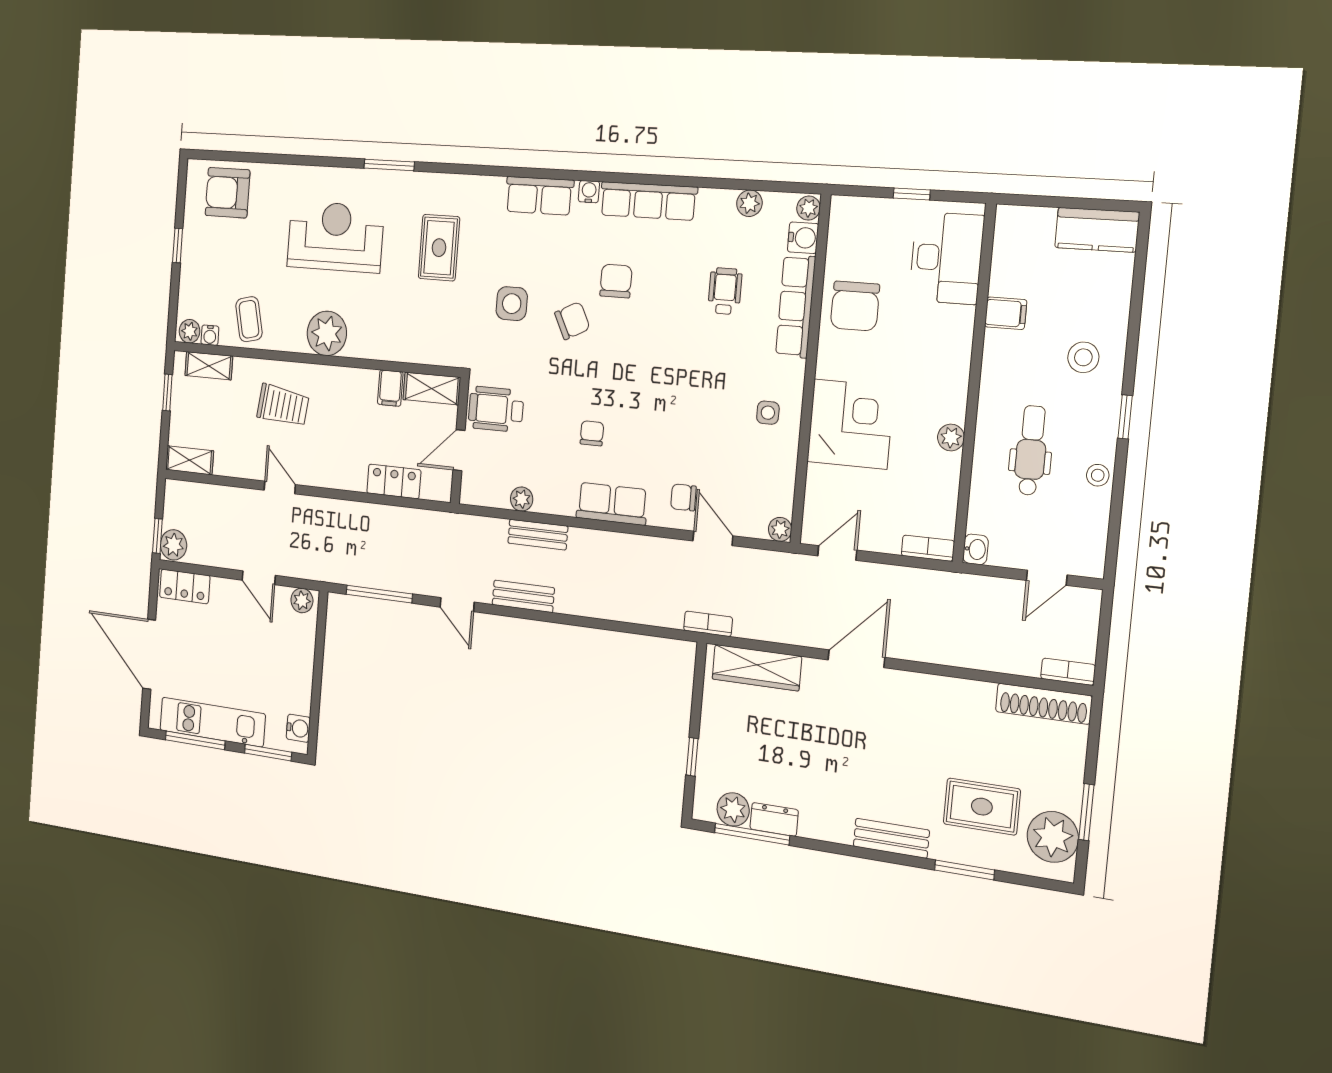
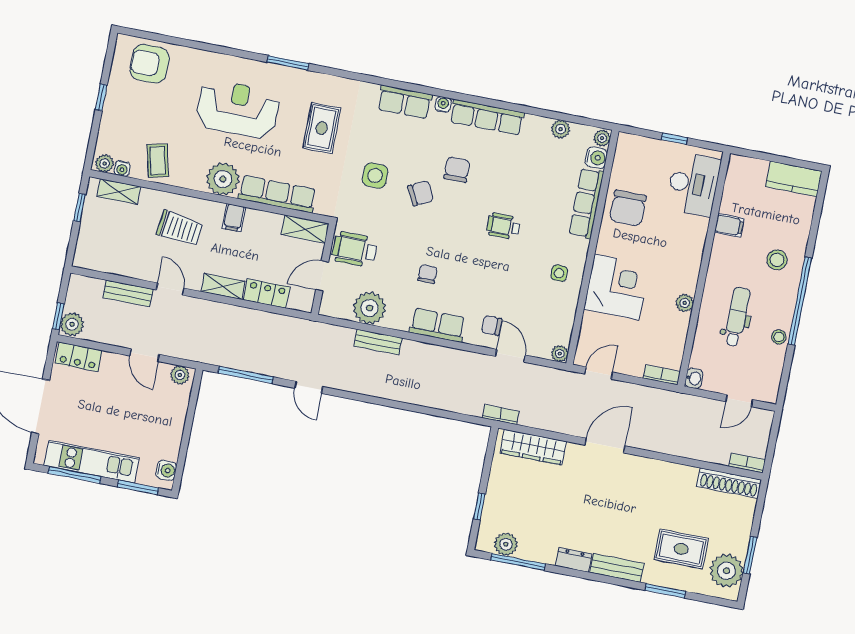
wheelchair: (725, 291) -> (503, 226), moved, turned -90
row of seats: (394, 345) -> (277, 194), added
filing cabinet: (390, 388) -> (234, 218), moved
window: (1125, 417) -> (800, 301), width x3.17
shelving: (189, 460) -> (223, 287), moved
plant: (522, 499) -> (369, 308), width x1.88, depth x1.88
bench: (523, 596) -> (128, 293), moved
dresser: (774, 819) -> (574, 560), moved

